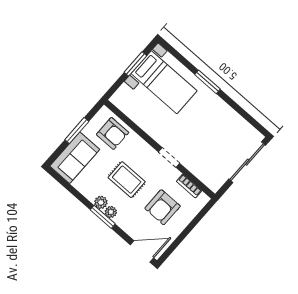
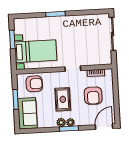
bed with nightstands: (164, 82) -> (36, 51), moved
rug: (127, 180) -> (63, 99), turned 90

